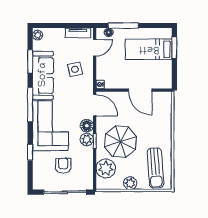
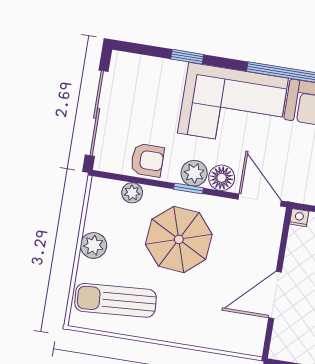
door: (95, 105) -> (260, 200), swing flipped
armchair: (63, 166) -> (147, 160), moved
plant: (106, 168) -> (132, 193), width x0.53, depth x0.53

